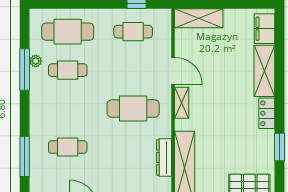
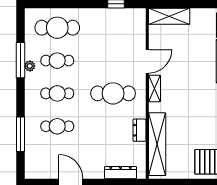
cafe table: (133, 32) -> (57, 93), moved
plant: (36, 61) -> (30, 66), moved
door: (173, 71) -> (147, 61), hinge flipped
dresser: (164, 157) -> (139, 130), width x0.70

